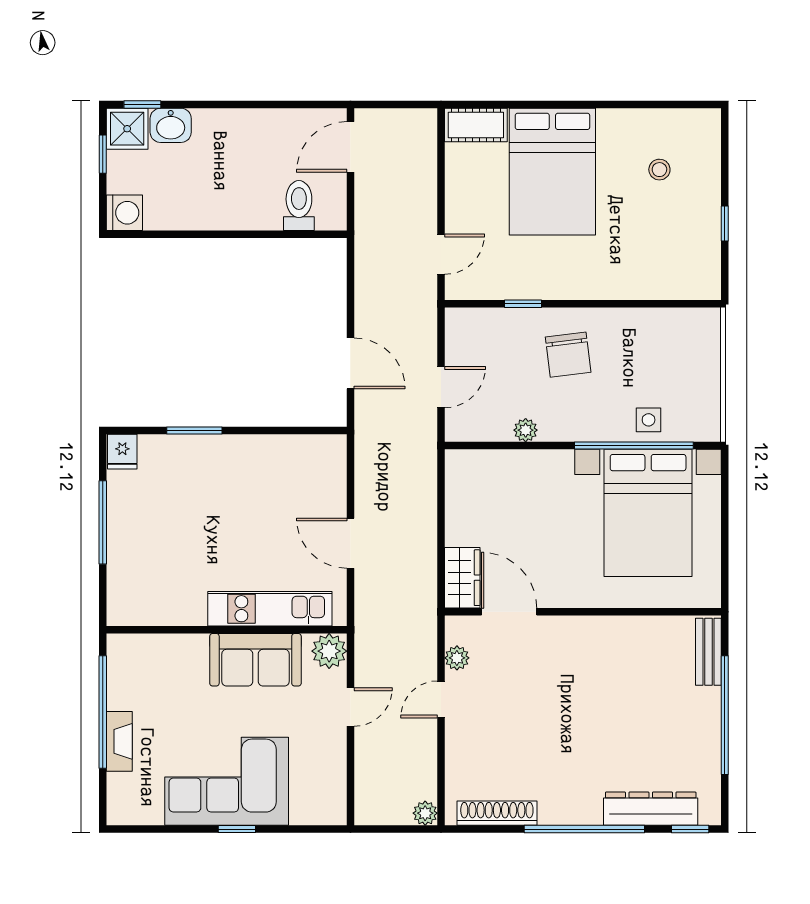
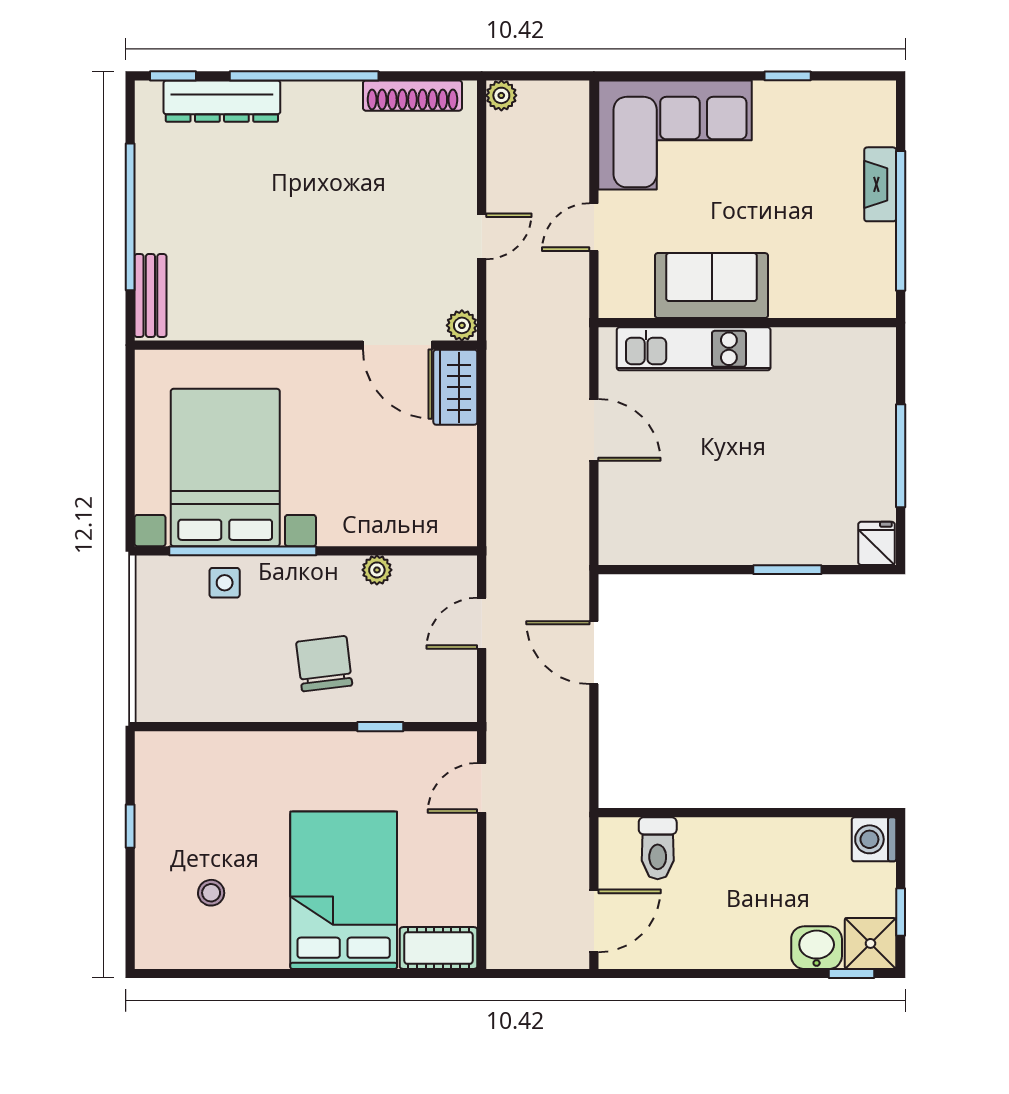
plant: (329, 651) -> (620, 296), removed
plant: (457, 658) -> (462, 325), moved
corner sofa: (227, 781) -> (675, 135), moved
window: (237, 829) -> (788, 76), moved

